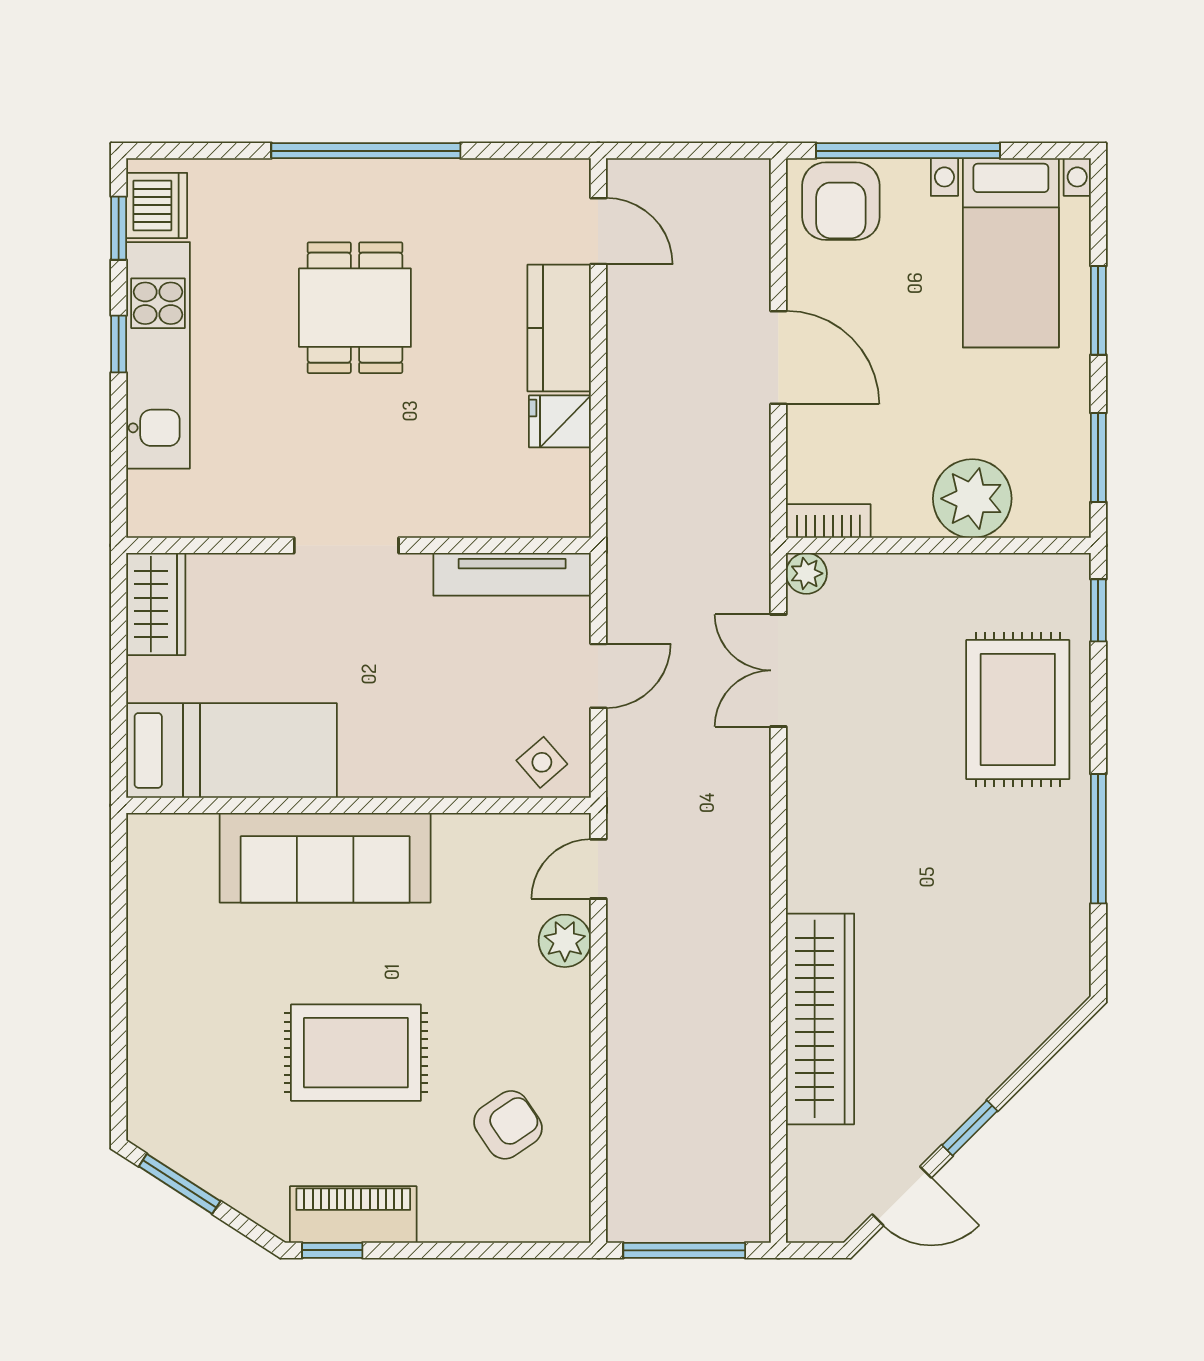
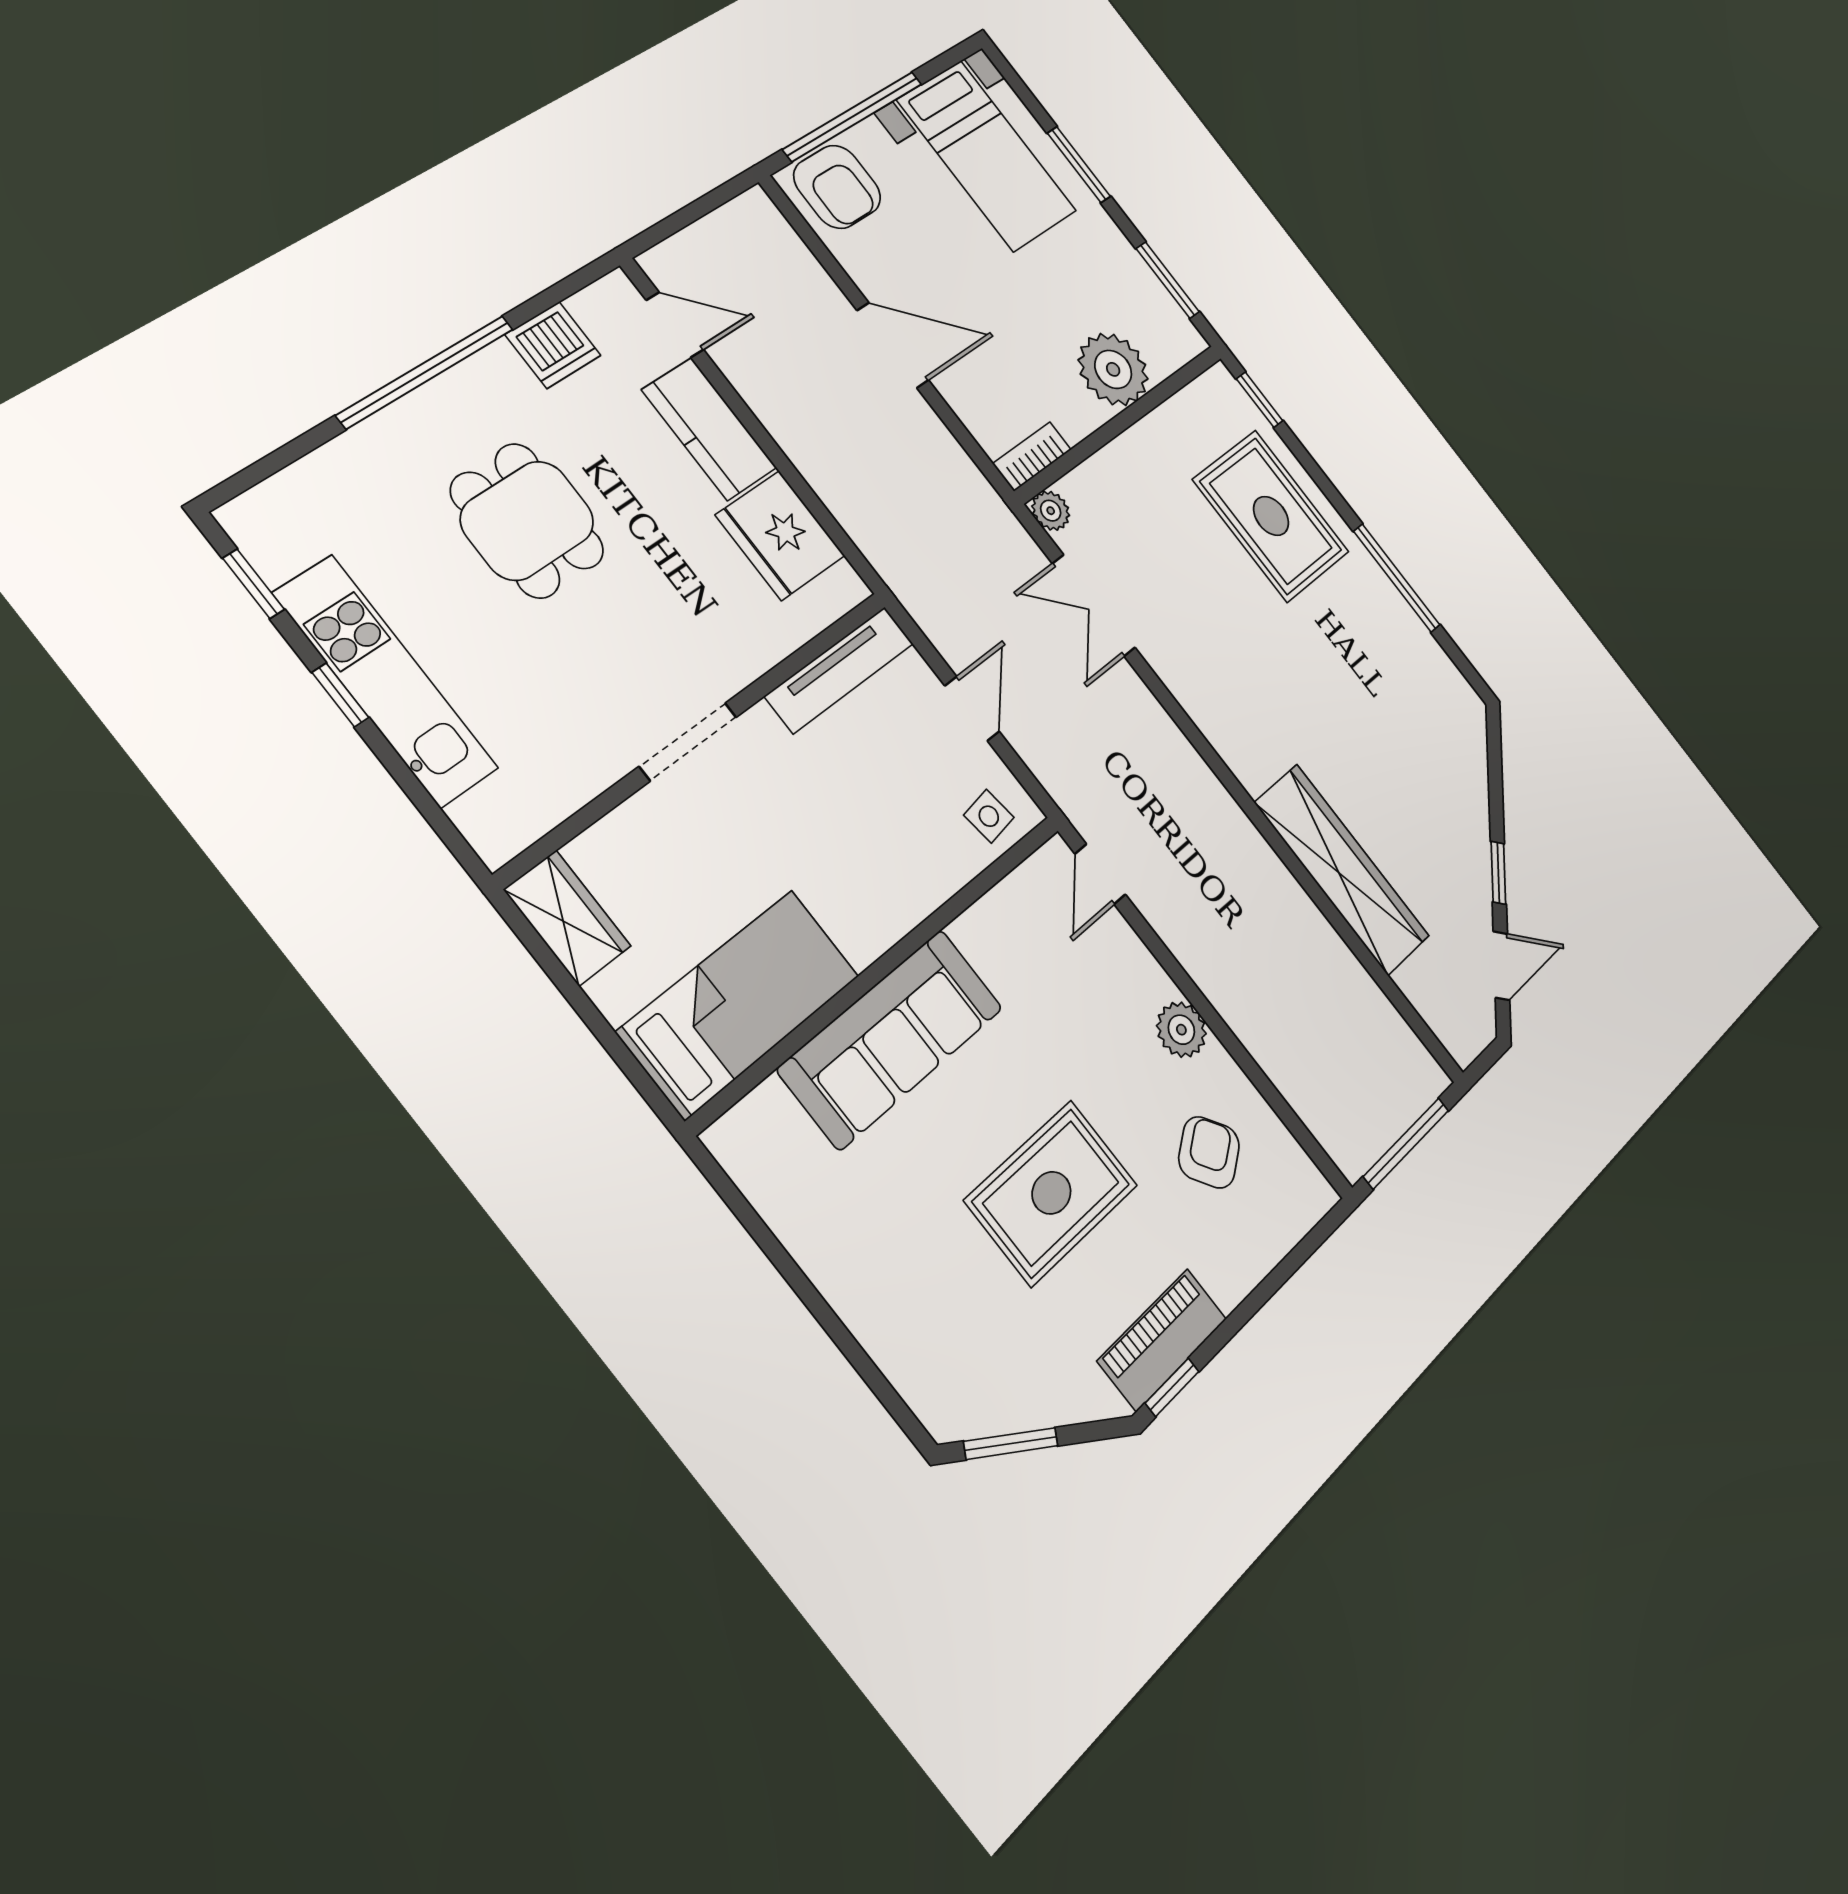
dishwasher: (157, 205) -> (553, 345), moved, turned 90
fridge: (560, 421) -> (780, 535), width x1.88, depth x1.34
side table: (542, 762) -> (989, 816), turned 33
plant: (565, 941) -> (1181, 1030), moved

